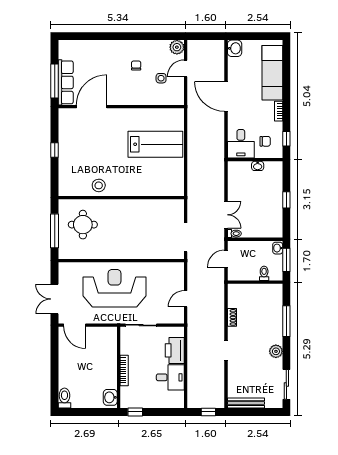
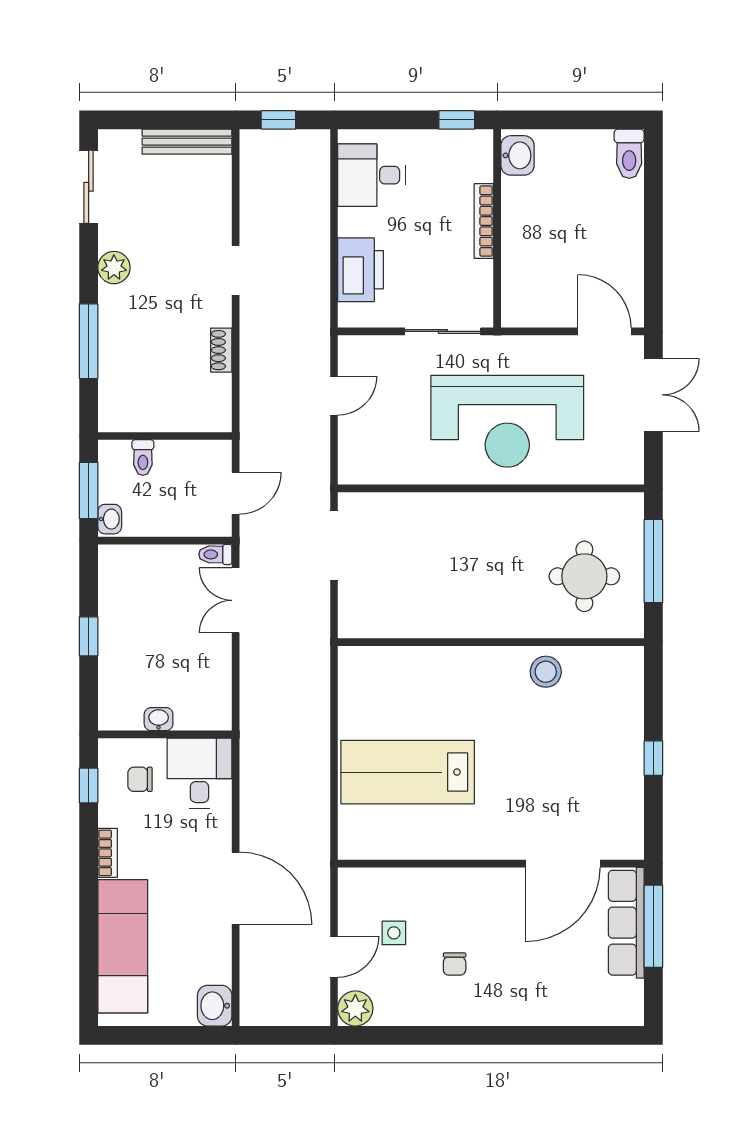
desk: (170, 377) -> (371, 175), moved

